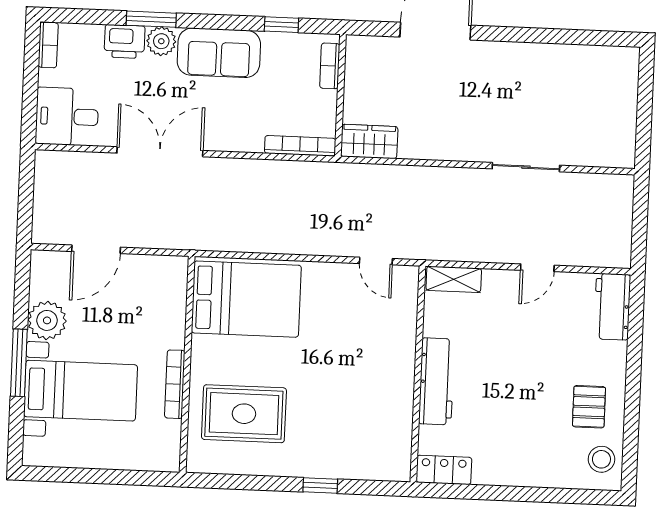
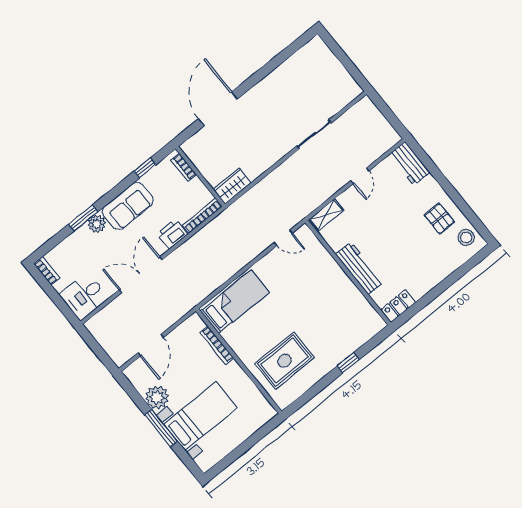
printer: (125, 41) -> (172, 234), moved, turned 180
bed: (246, 299) -> (235, 302), width x0.67
bookcase: (175, 384) -> (217, 345), moved

